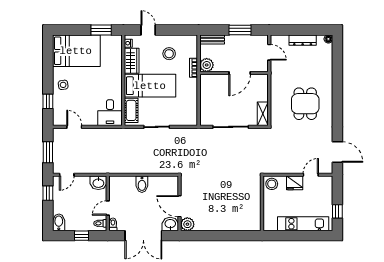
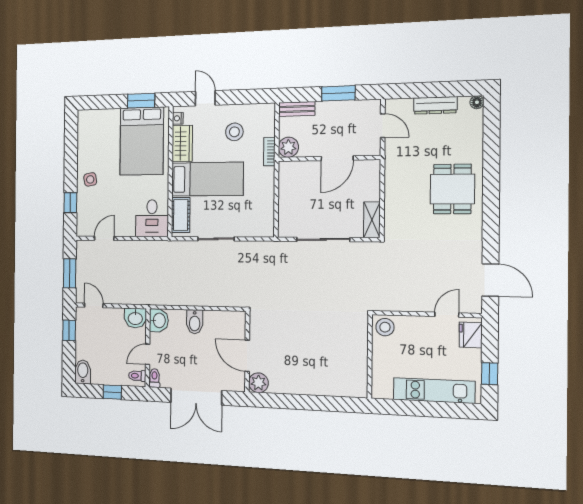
bed: (76, 51) -> (142, 141), moved, turned 90
dining table: (305, 104) -> (452, 189), moved
door: (74, 127) -> (104, 238), hinge flipped
door: (67, 175) -> (94, 305), swing flipped
fridge: (295, 183) -> (471, 335), moved, turned 90
washbasin: (170, 224) -> (159, 320), moved, turned 90

